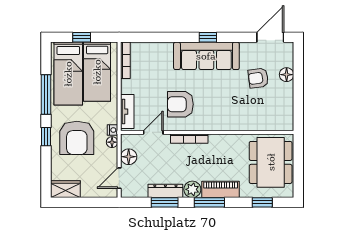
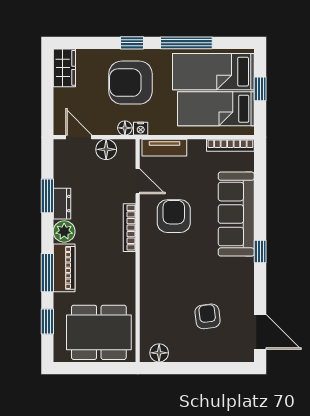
sofa: (206, 56) -> (236, 214), moved
floor lamp: (287, 75) -> (159, 353), moved
dresser: (165, 191) -> (62, 204), width x0.70
window: (209, 202) -> (47, 273), moved

